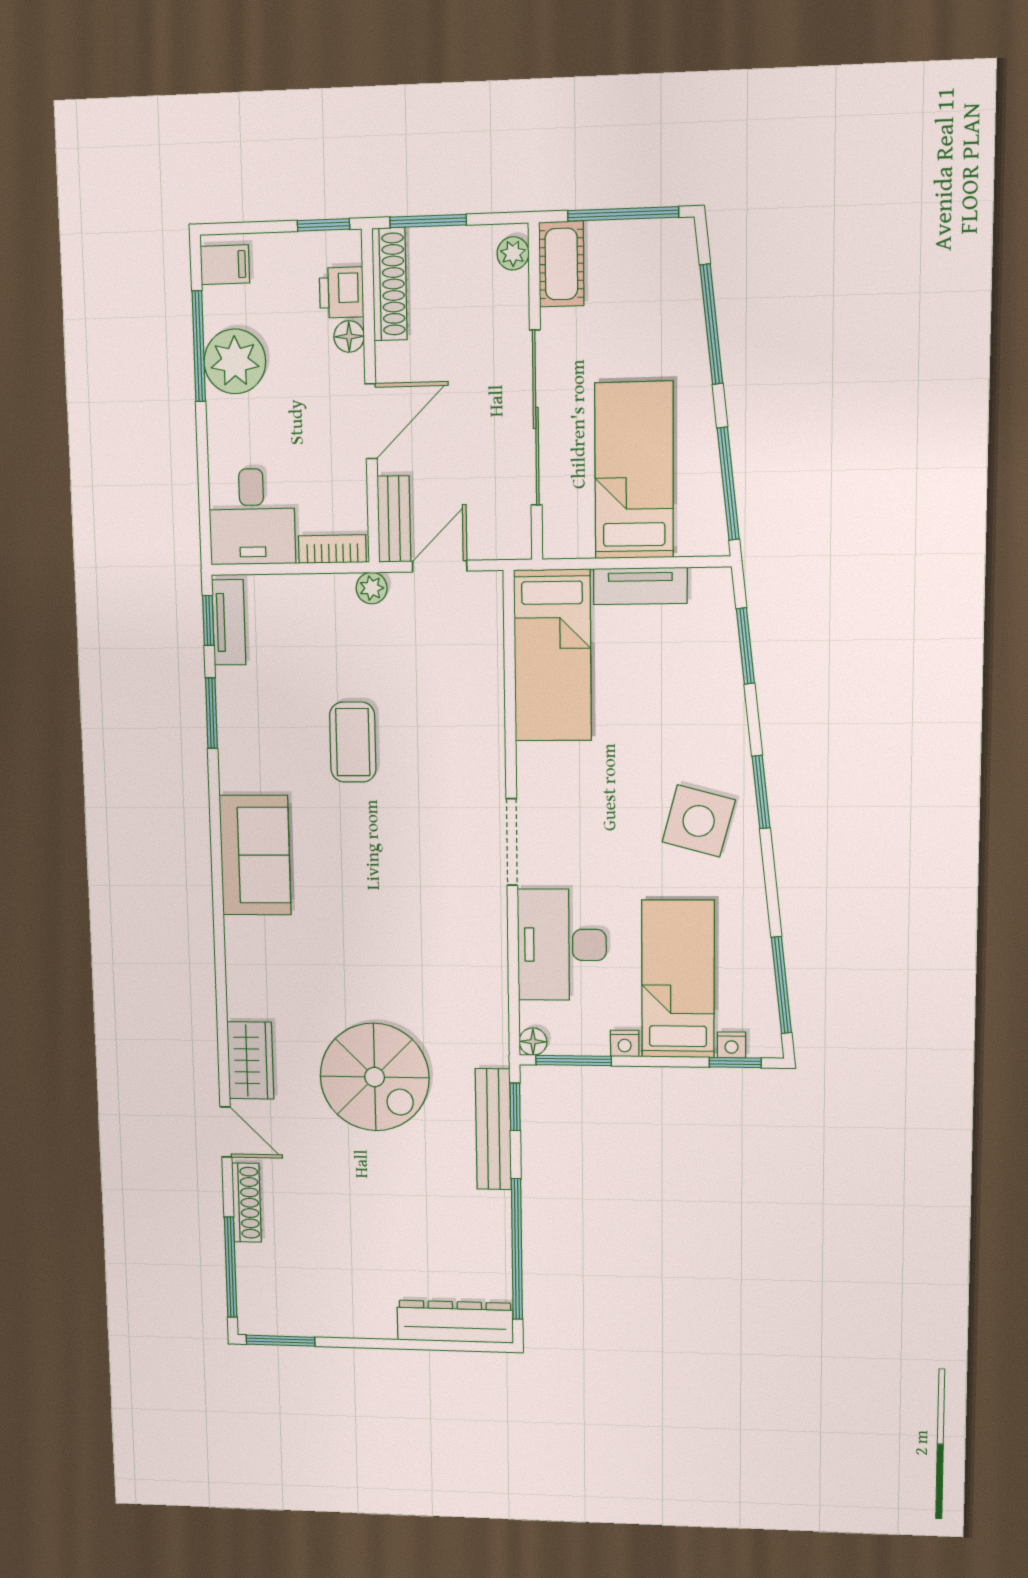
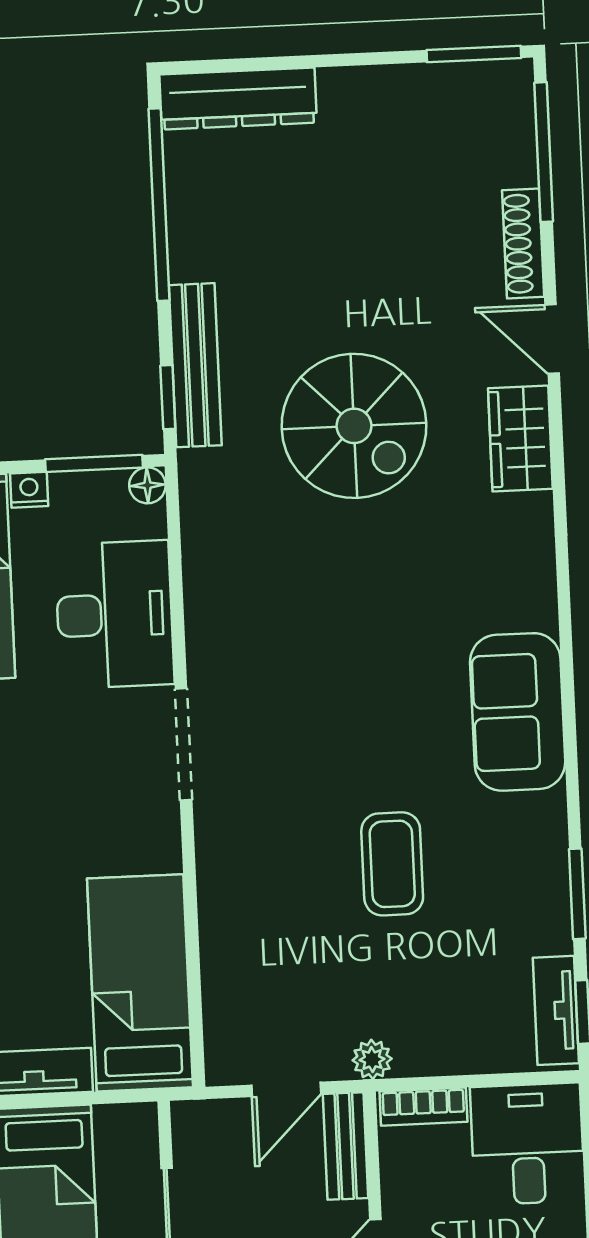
spiral stairs: (375, 1077) -> (354, 426), turned 180

